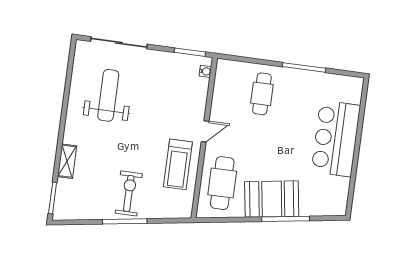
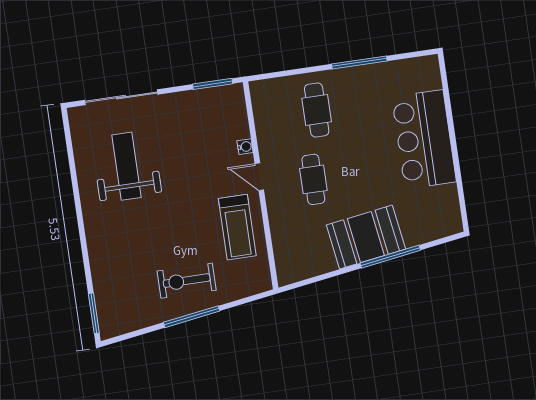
water cooler: (205, 71) -> (245, 147), moved
door: (205, 131) -> (259, 177), swing flipped
shelving: (67, 161) -> (99, 262), removed
cafe table: (222, 183) -> (313, 179), moved, width x0.73, depth x0.74
exercise bike: (129, 193) -> (187, 281), turned -90

